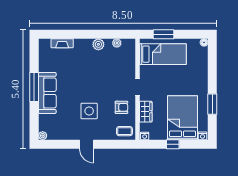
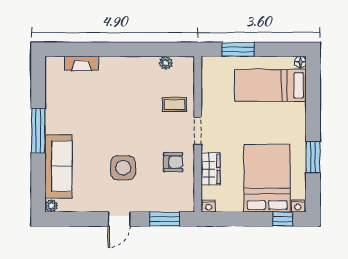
plant: (98, 44) -> (137, 65), removed
bed: (163, 54) -> (270, 85), moved, turned 180
sofa: (47, 93) -> (58, 166), moved
coffee table: (124, 131) -> (174, 104), moved
door: (87, 144) -> (119, 219), hinge flipped
window: (116, 144) -> (165, 219), added
window: (173, 144) -> (283, 219), moved

